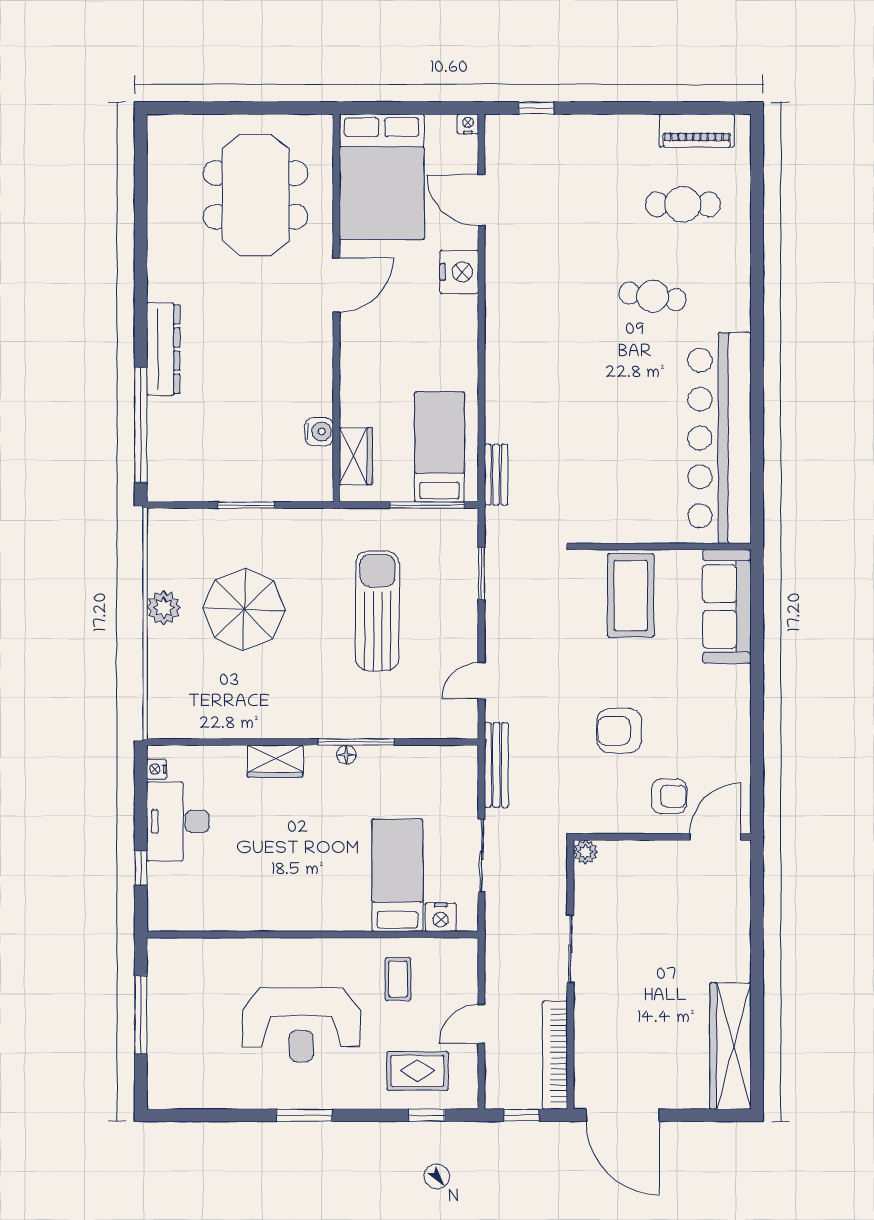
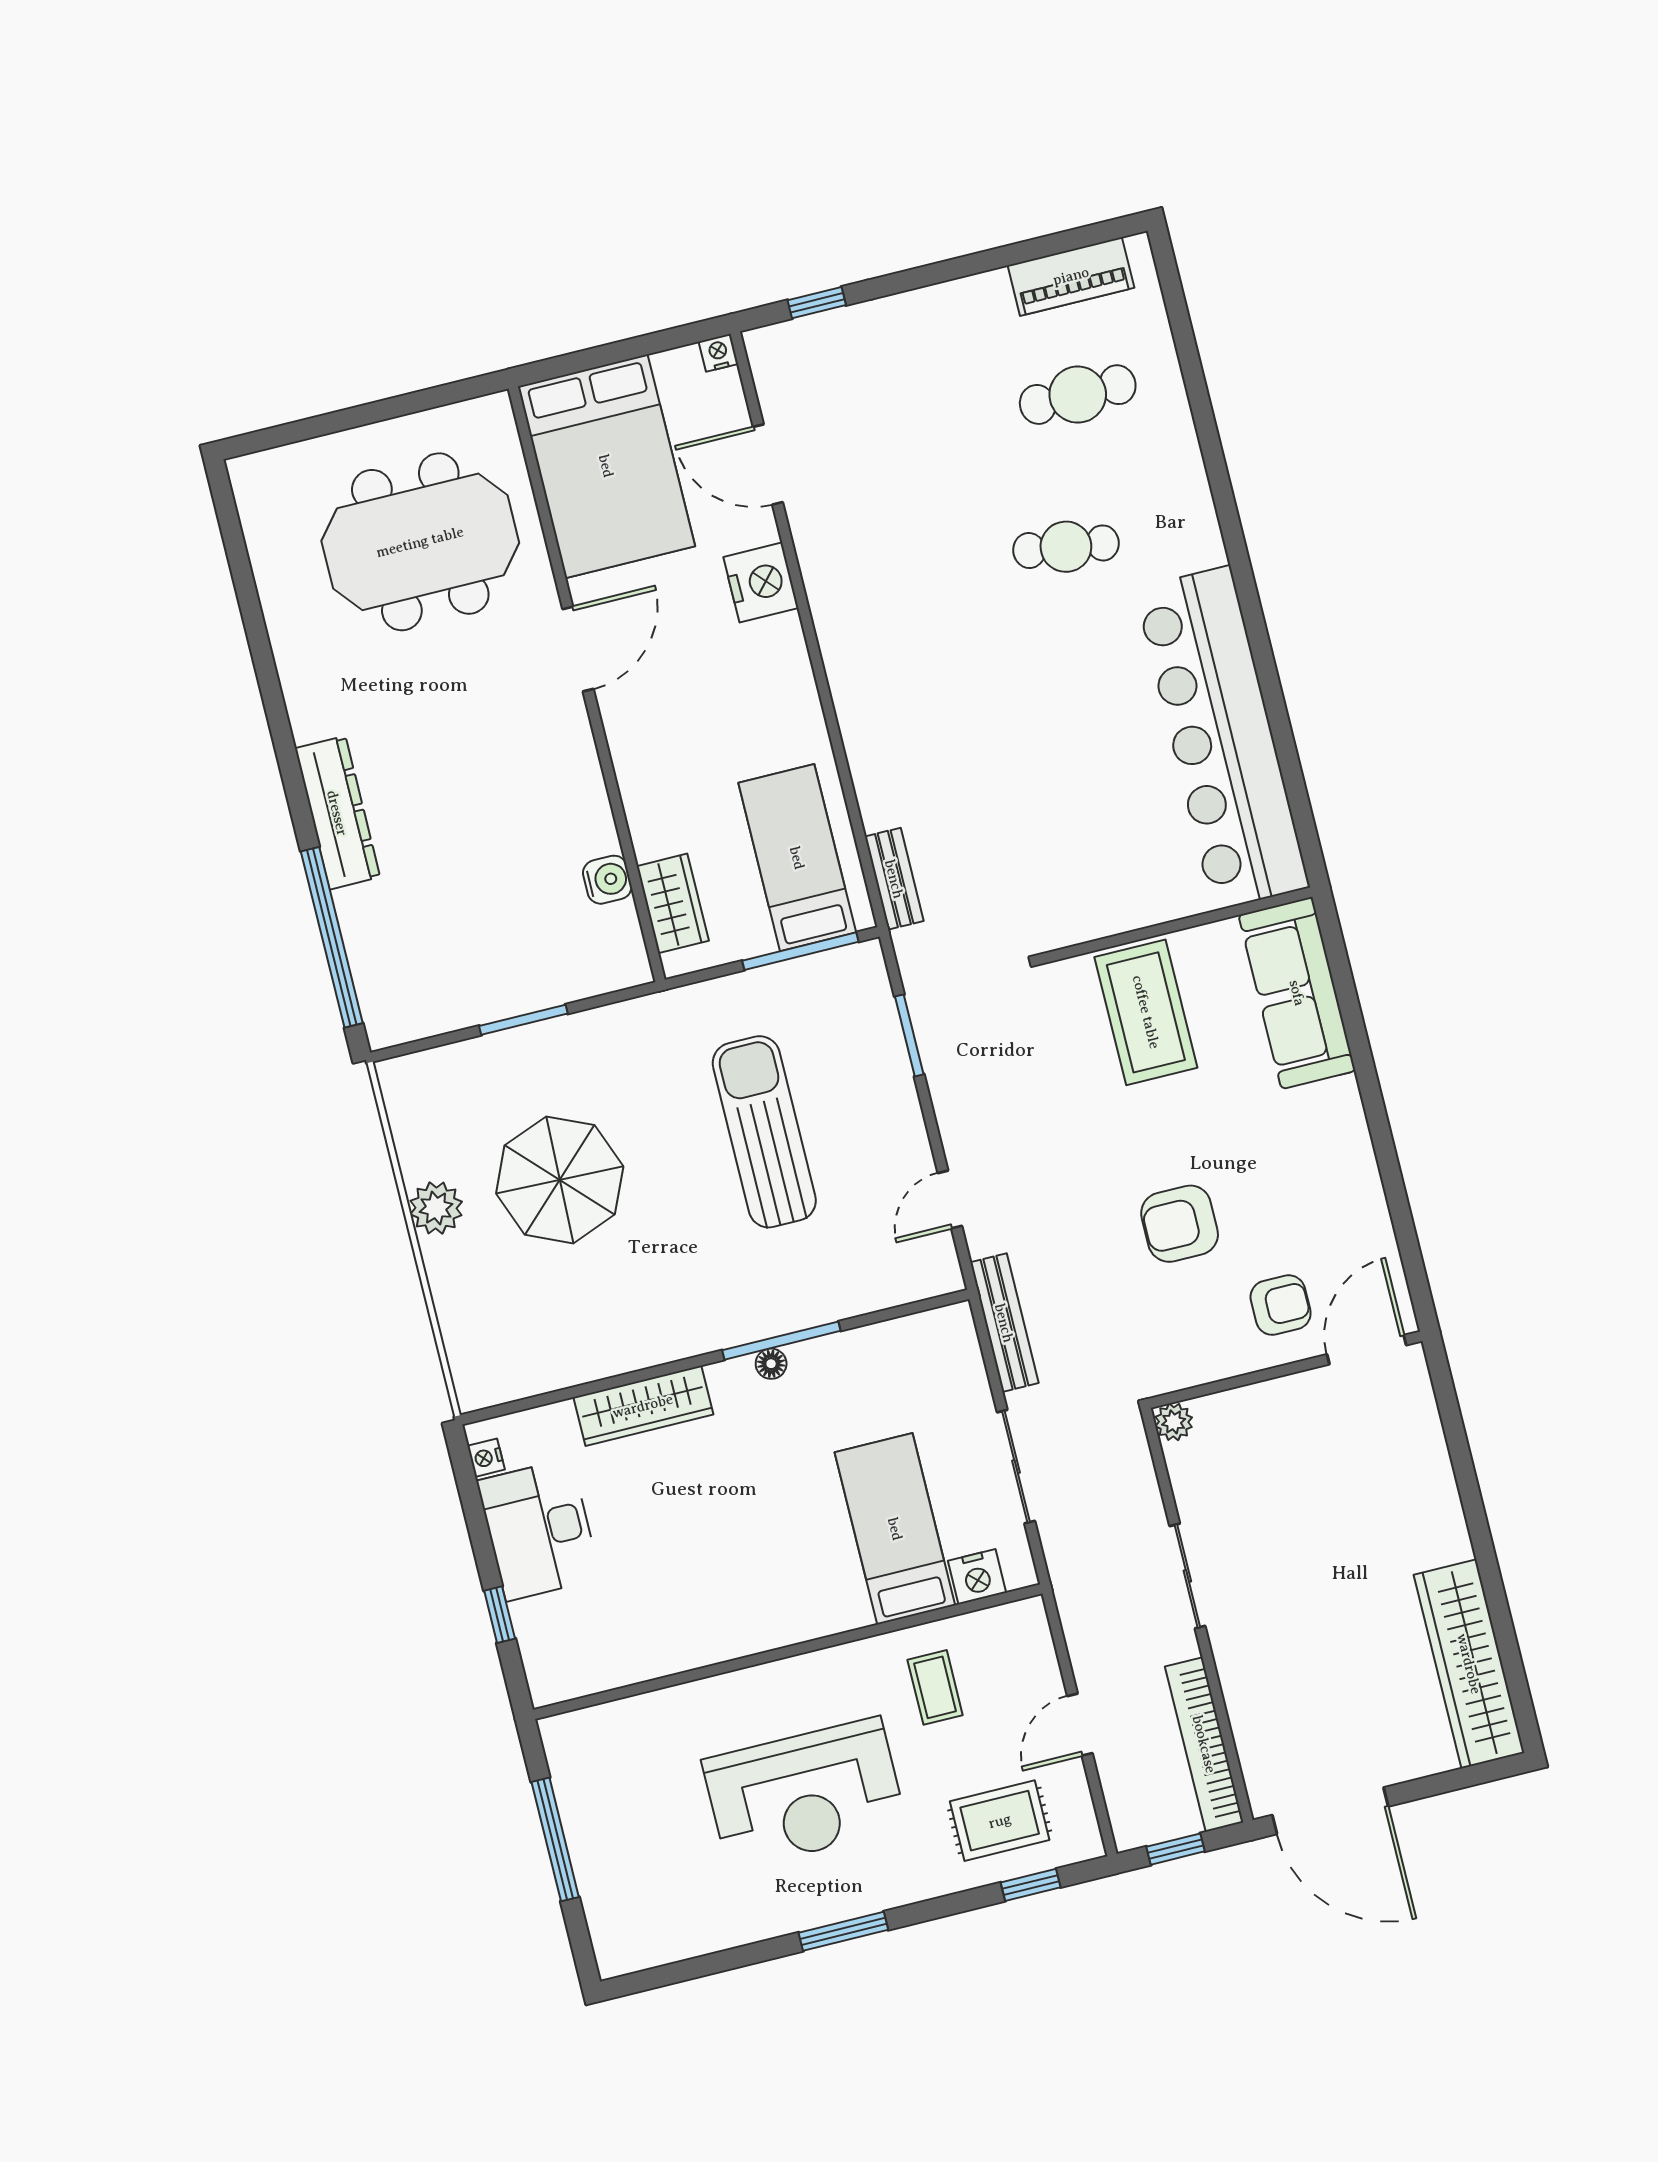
meeting table: (256, 195) -> (420, 542), turned 90
wardrobe: (275, 761) -> (643, 1406), width x1.50

